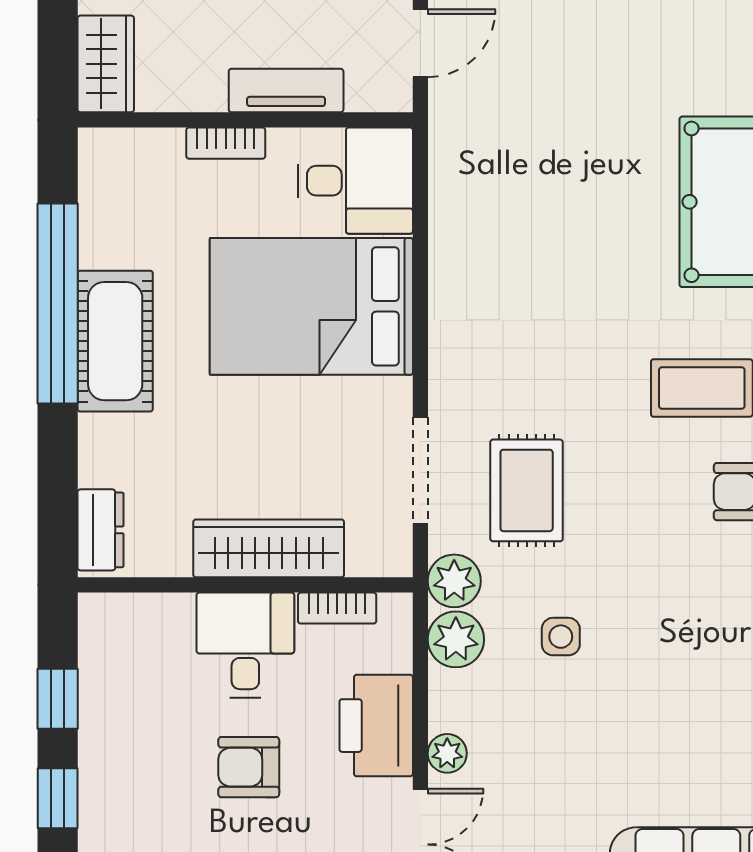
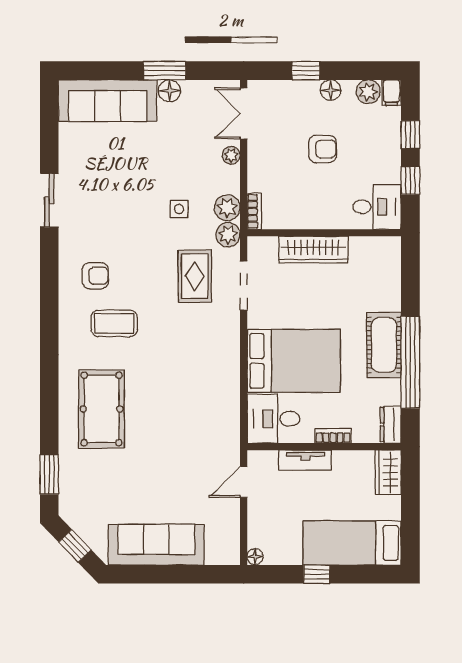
dresser: (101, 530) -> (391, 424), moved
bookcase: (337, 608) -> (254, 211), moved, turned 90
desk: (245, 645) -> (377, 207), moved, turned -90
printer: (376, 726) -> (264, 168), removed

